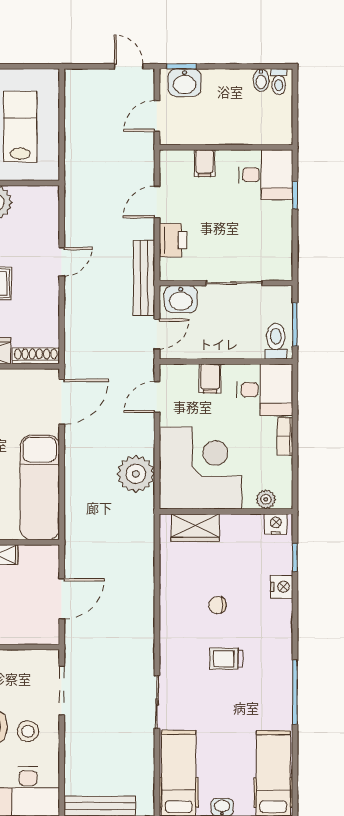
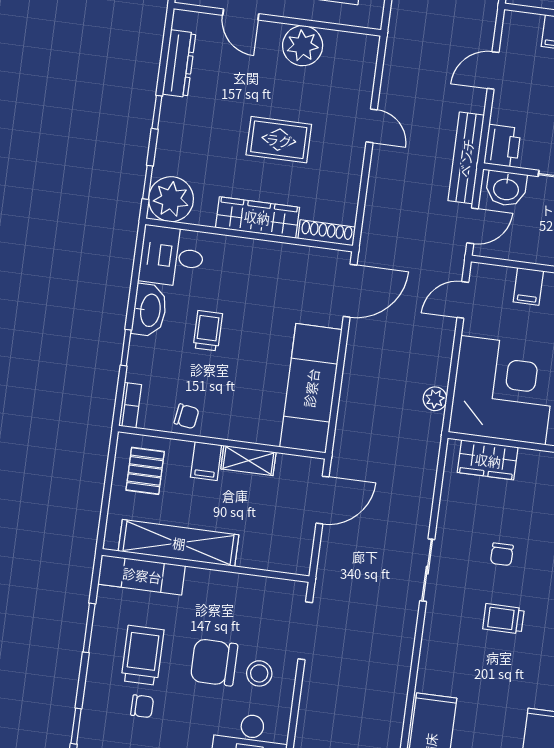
printer: (173, 240) -> (502, 146), moved
door: (62, 262) -> (372, 126), hinge flipped
plant: (136, 474) -> (435, 399), width x0.53, depth x0.53
door: (62, 599) -> (322, 500), moved
chair: (217, 605) -> (502, 554), turned -90
sliding door: (157, 702) -> (427, 570), moved

